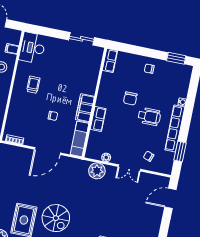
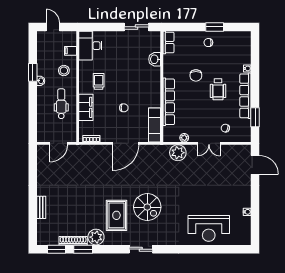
window: (176, 58) -> (215, 27), moved
washbasin: (93, 74) -> (155, 59), added
filing cabinet: (85, 108) -> (86, 107), moved, turned 180
wheelchair: (149, 117) -> (218, 89), turned 90
row of seats: (98, 119) -> (169, 102), width x2.02
door: (170, 198) -> (255, 165), swing flipped

